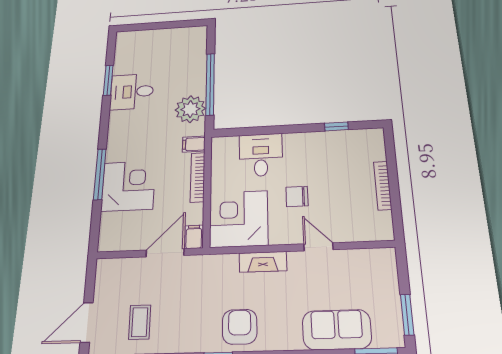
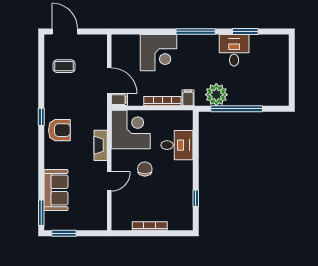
window: (100, 174) -> (196, 31), moved

